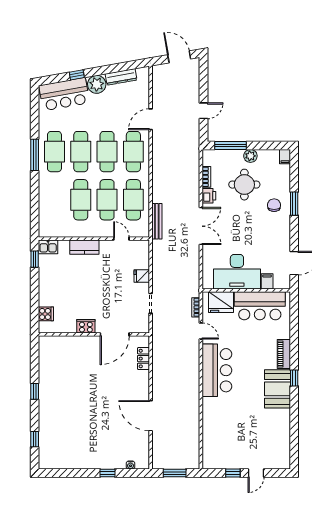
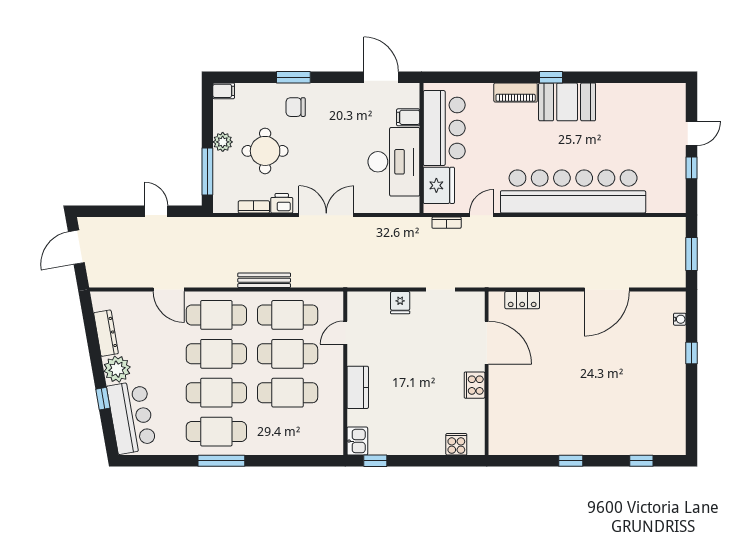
bench: (157, 221) -> (264, 280), moved
bar counter: (217, 370) -> (573, 191), width x1.86
door: (256, 473) -> (691, 134), hinge flipped

